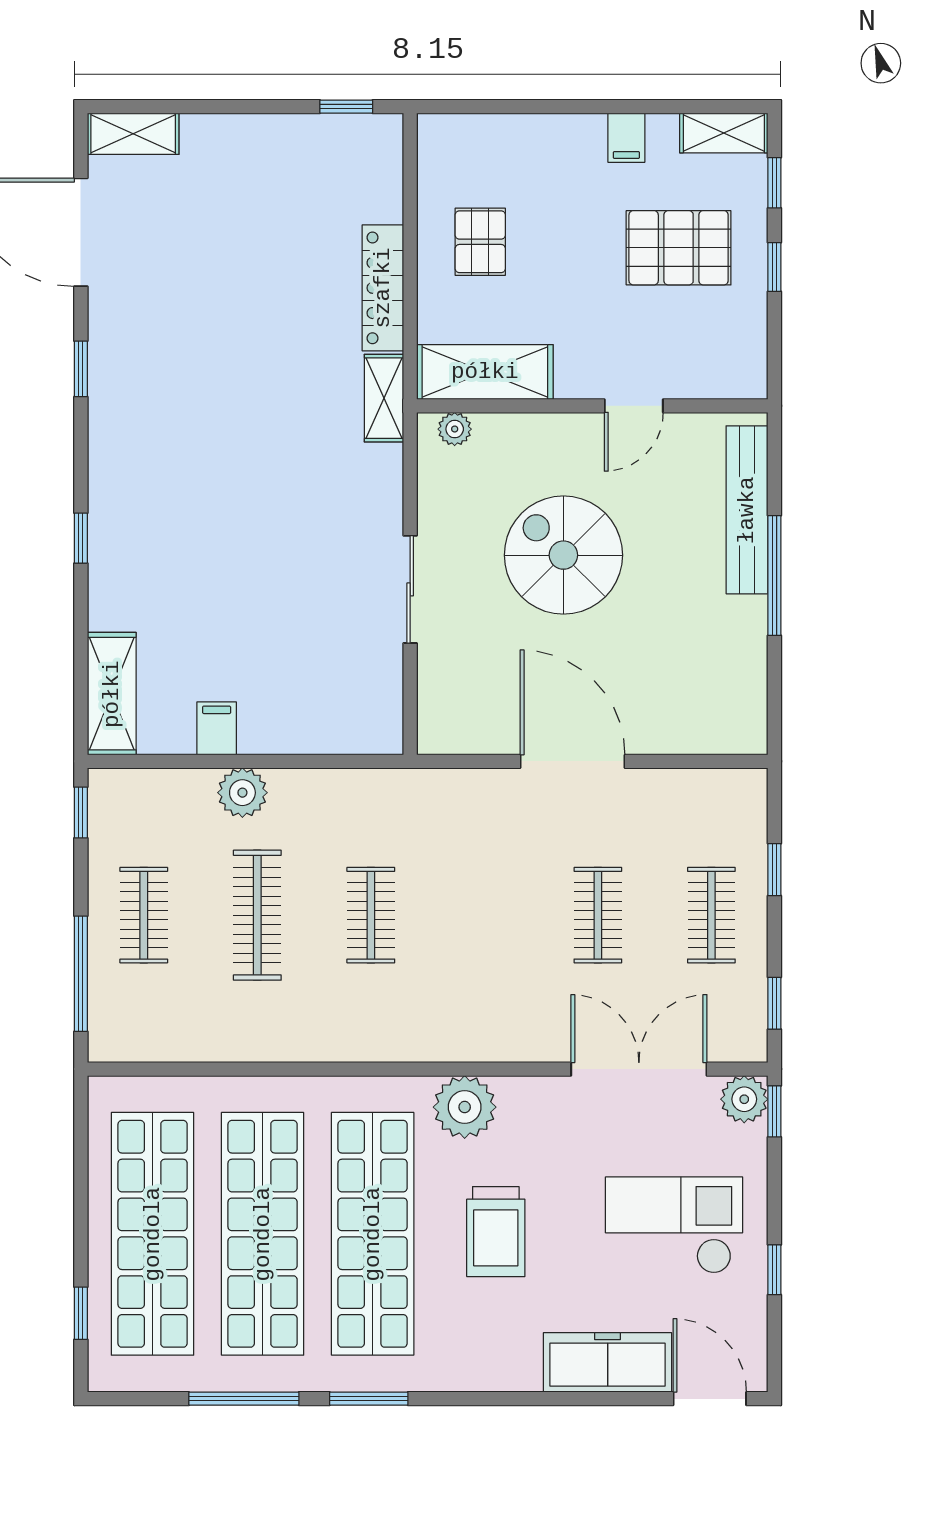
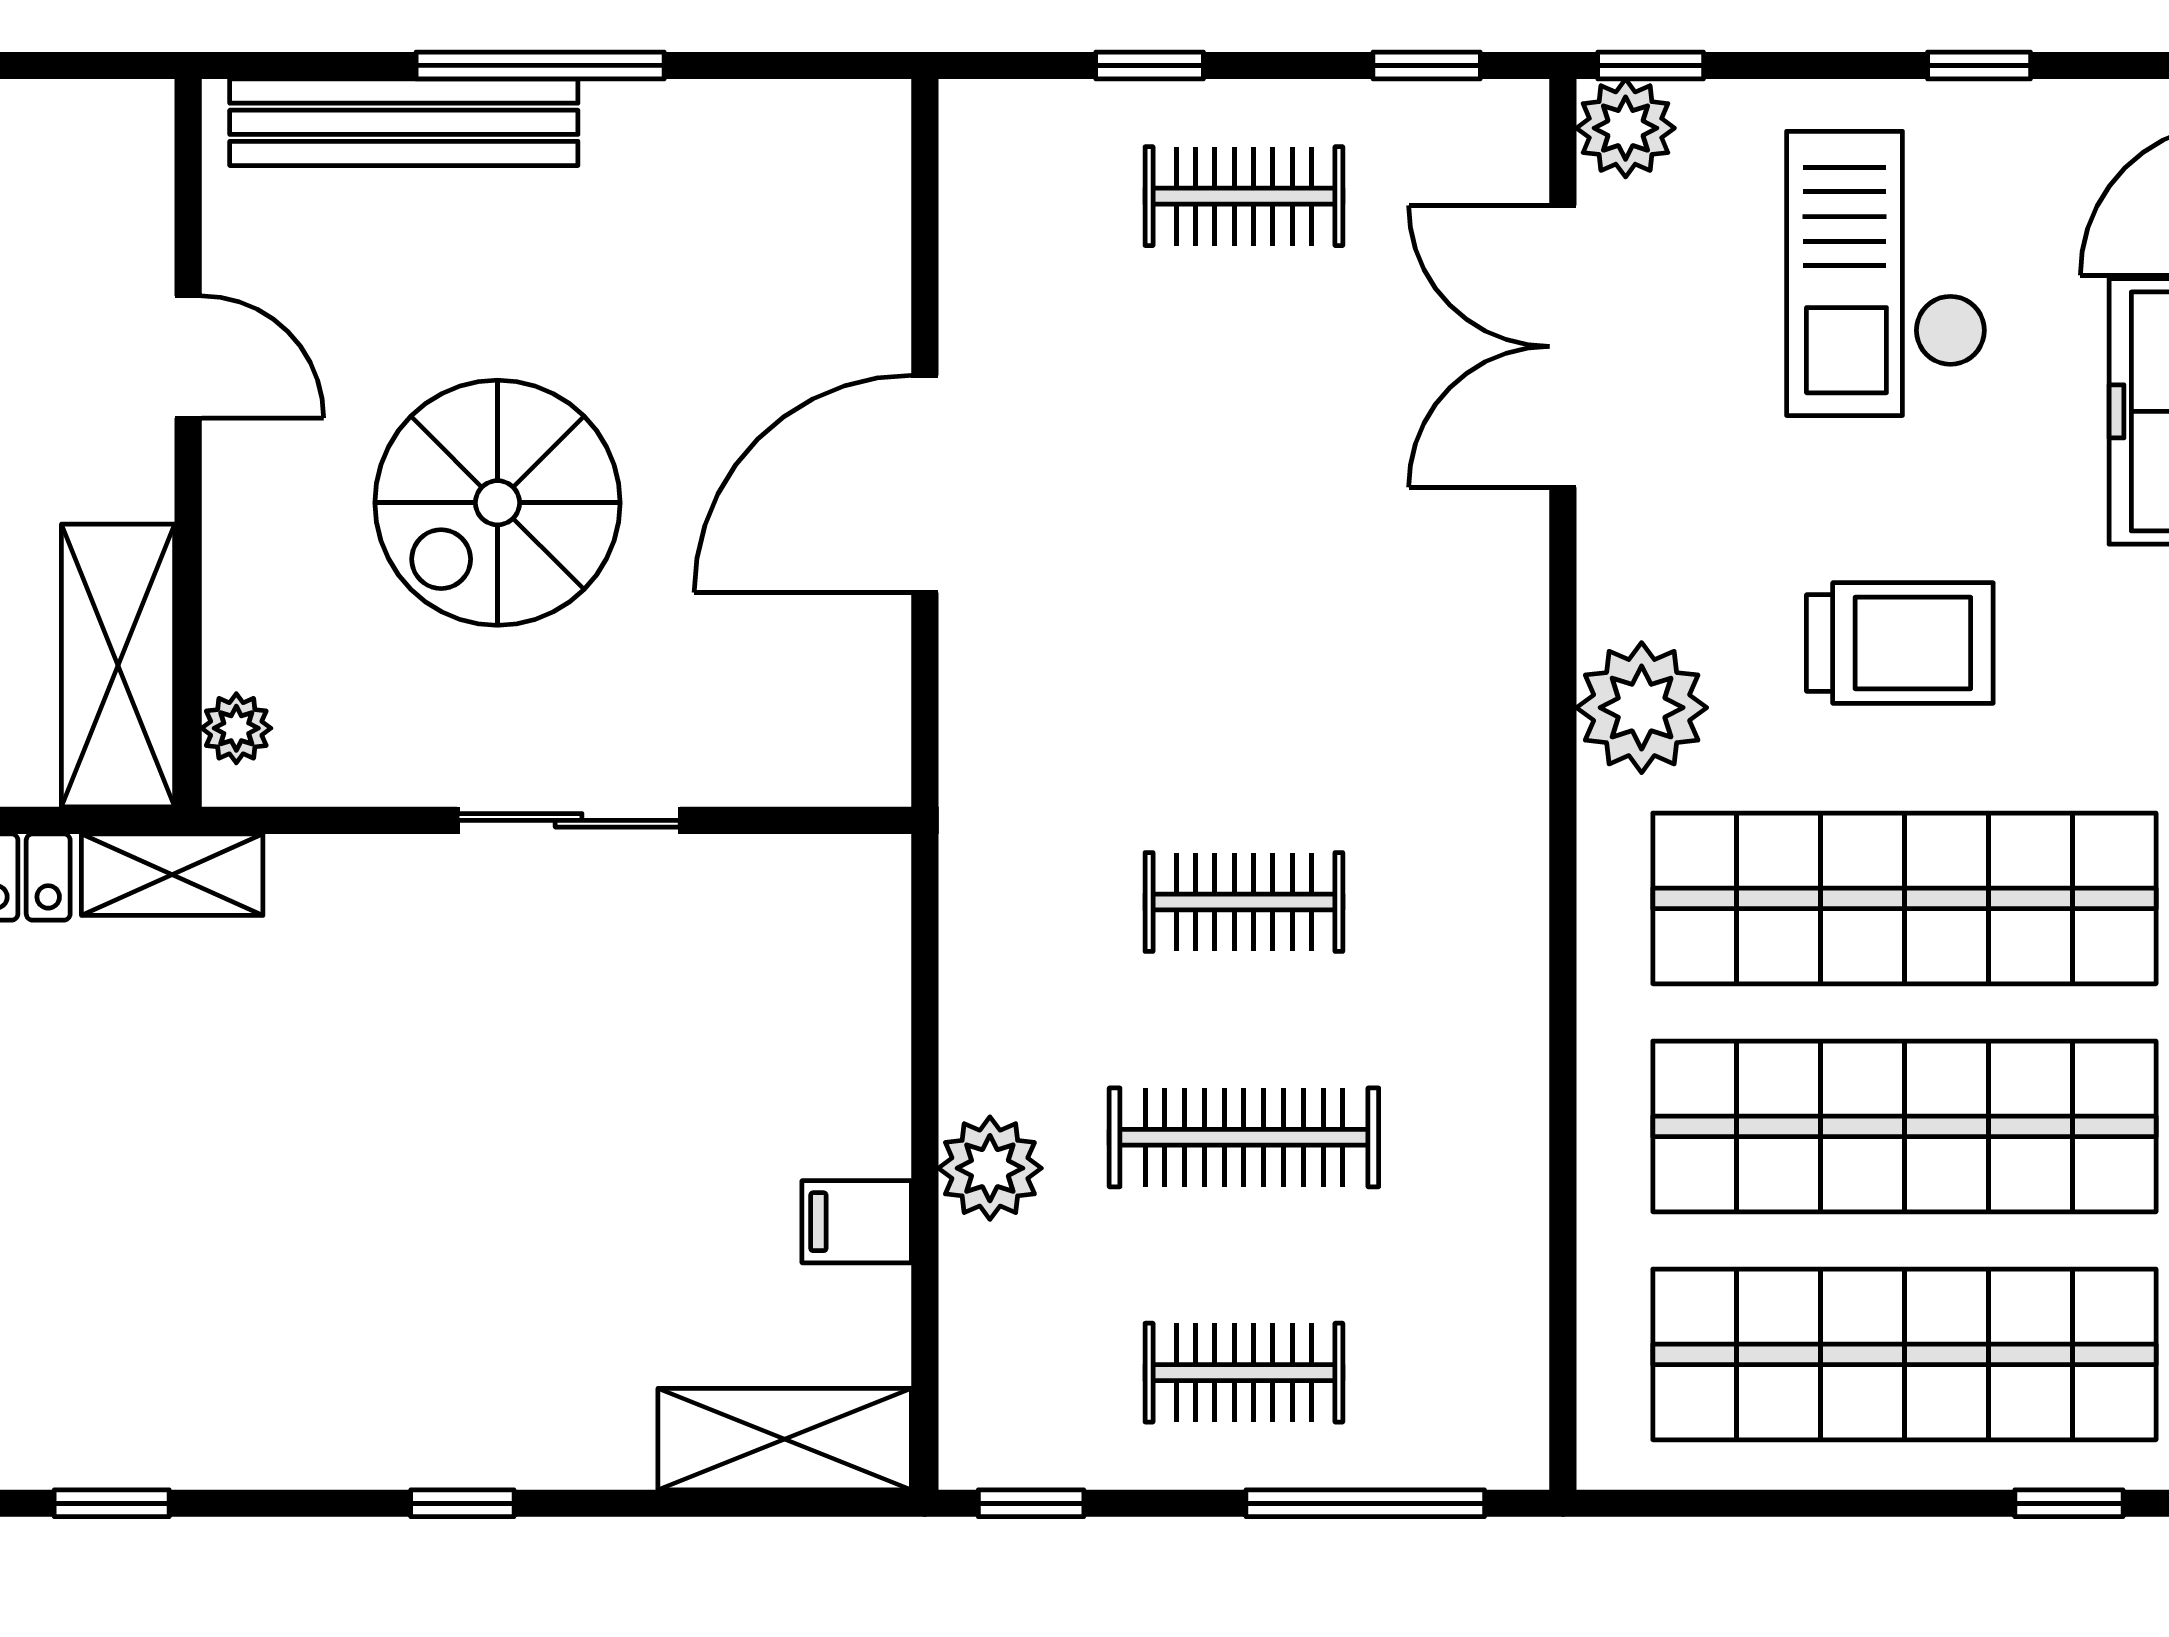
clothes rail: (598, 915) -> (1244, 431), removed

